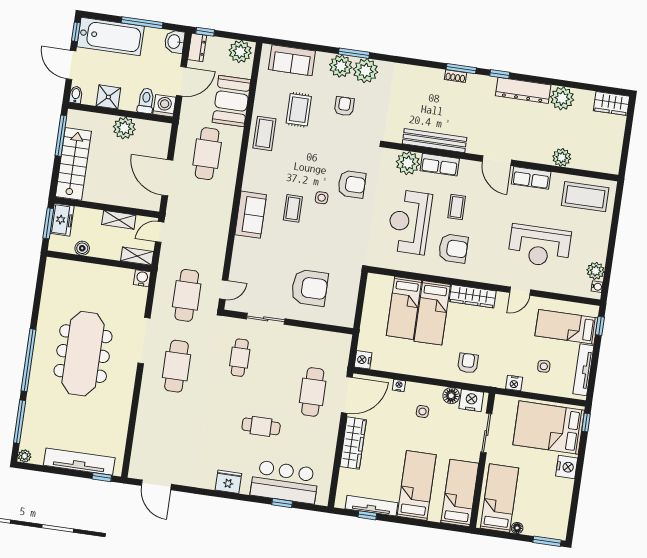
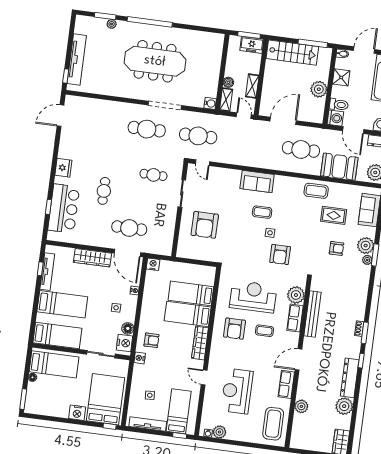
plant: (366, 71) -> (367, 260), width x0.53, depth x0.53
boiler: (82, 248) -> (228, 82), moved
nightstand: (514, 383) -> (140, 358), moved
window: (20, 422) -> (105, 16), width x0.69
plant: (25, 456) -> (112, 24), moved

